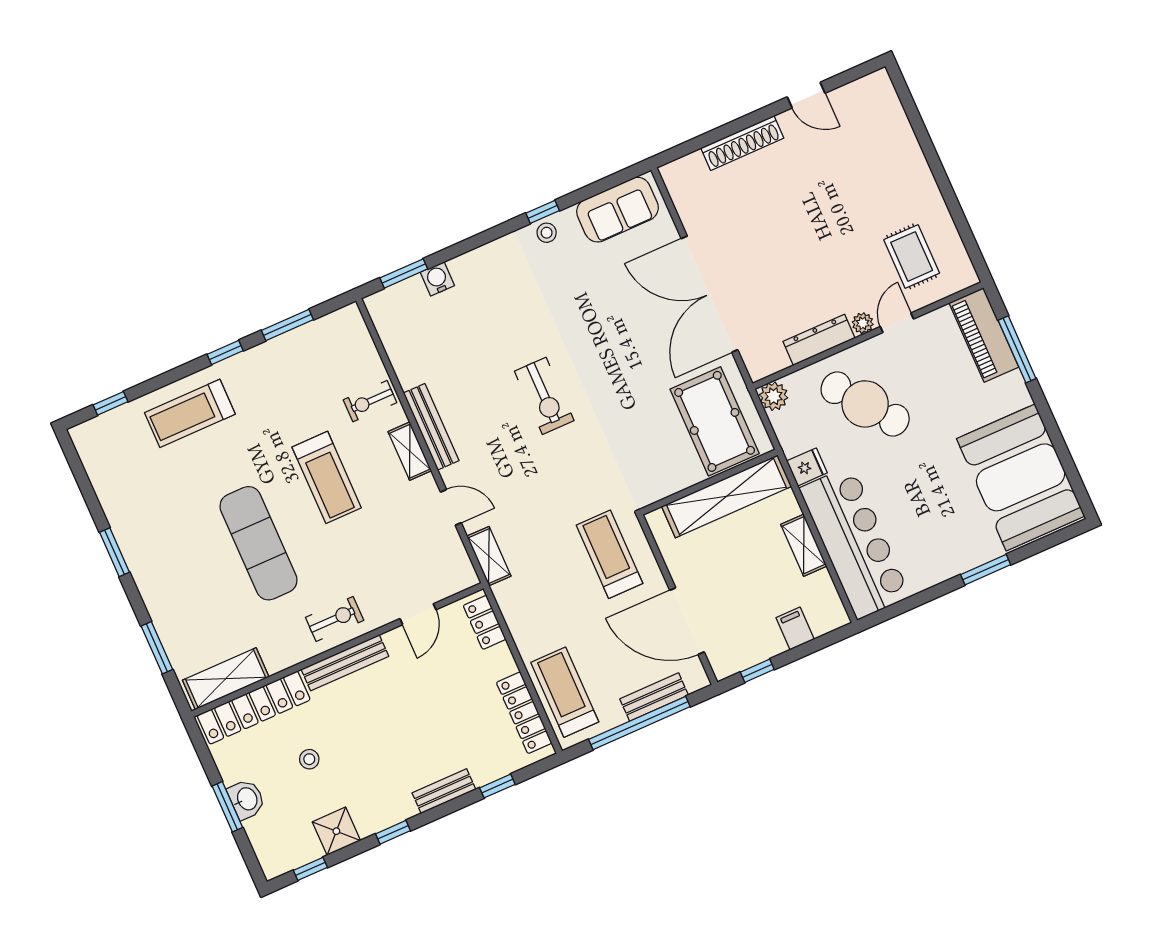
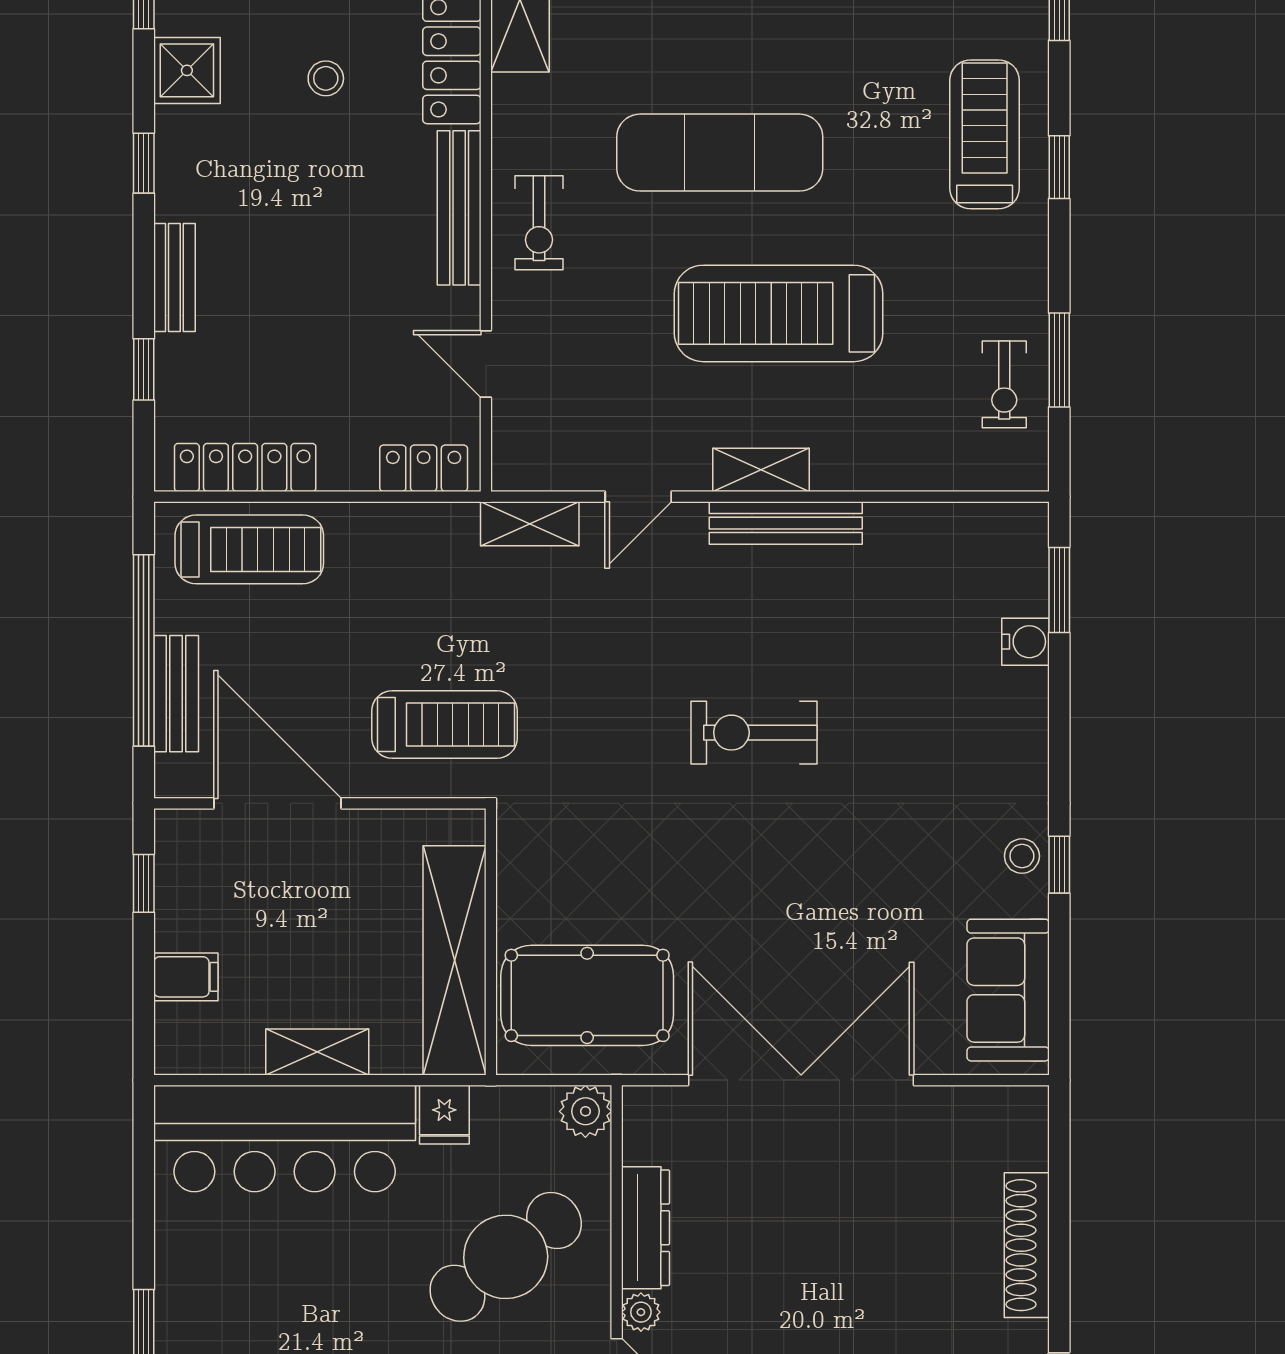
window: (225, 353) -> (1059, 167), moved
exercise bike: (370, 401) -> (1004, 384), moved, turned 180
treadmill: (327, 477) -> (779, 313), width x1.37, depth x1.38
door: (687, 621) -> (277, 803), hinge flipped

